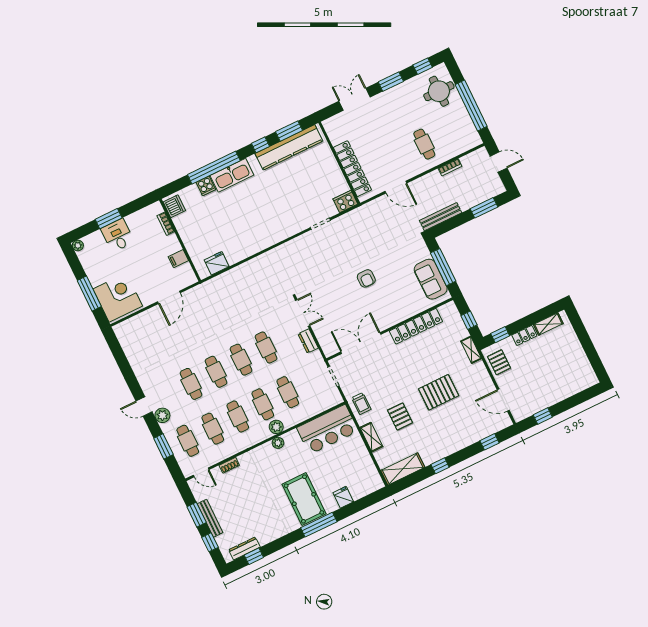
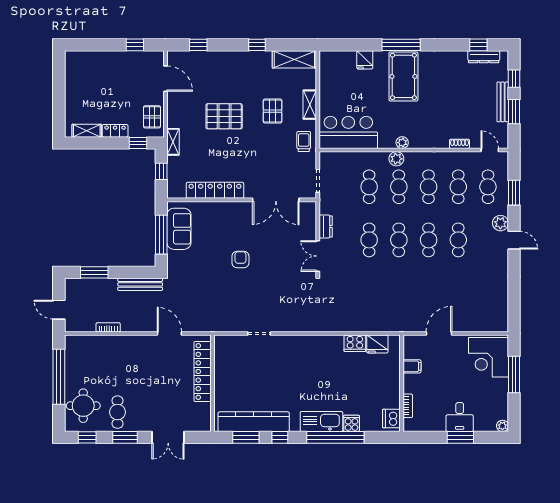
cafe table: (424, 144) -> (118, 412), moved
cooker: (345, 201) -> (355, 343), moved

